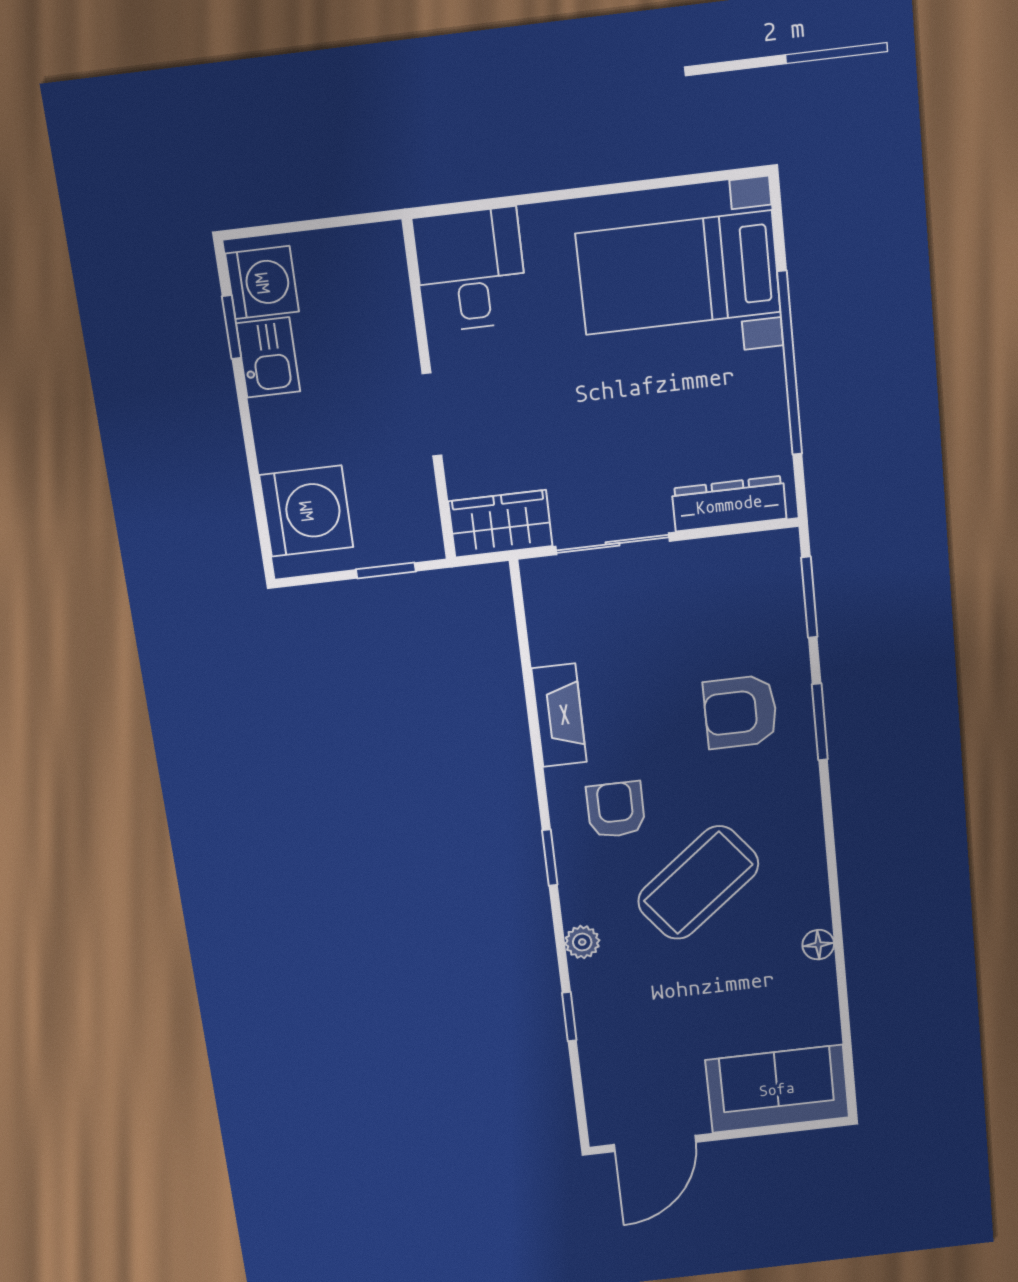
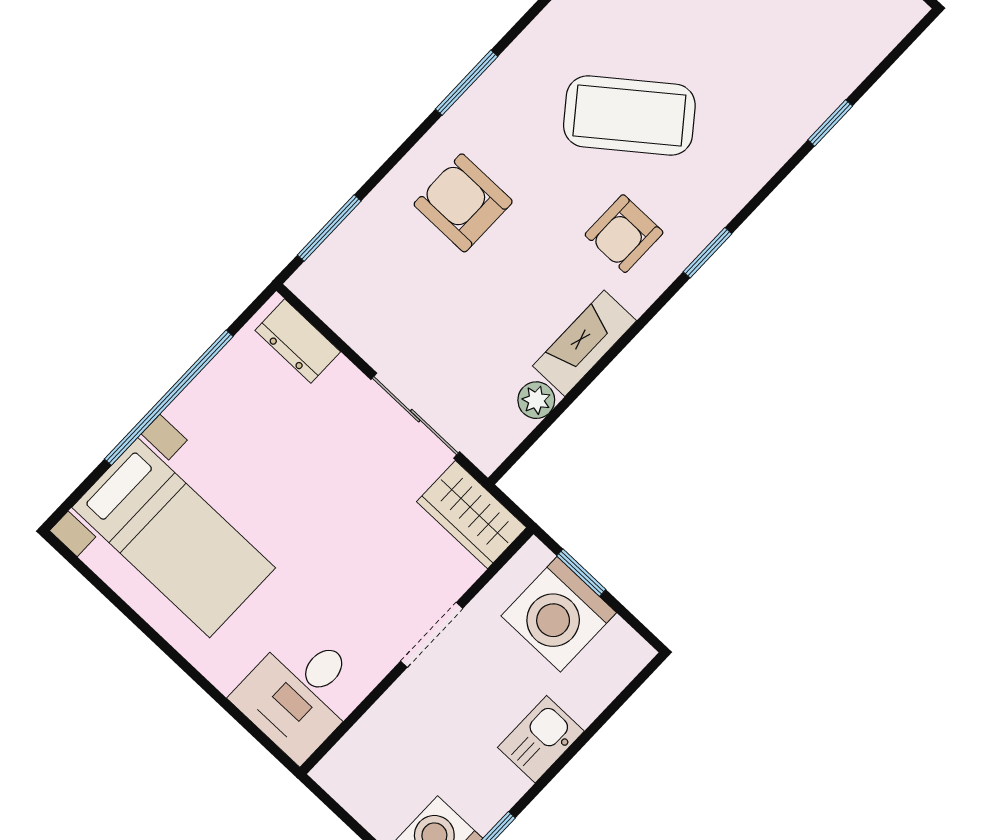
kitchen sink: (268, 357) -> (541, 739), moved
dresser: (729, 504) -> (298, 341), width x0.70
washing machine: (306, 511) -> (559, 614), moved, turned -90
armchair: (740, 712) -> (463, 203), turned 180
window: (820, 722) -> (467, 83), moved
plant: (582, 942) -> (536, 400), moved

